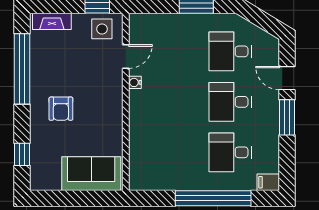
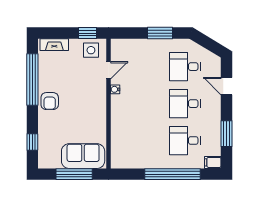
armchair: (61, 109) -> (50, 101), moved
window: (287, 117) -> (227, 134), moved
window: (79, 198) -> (74, 174), added

